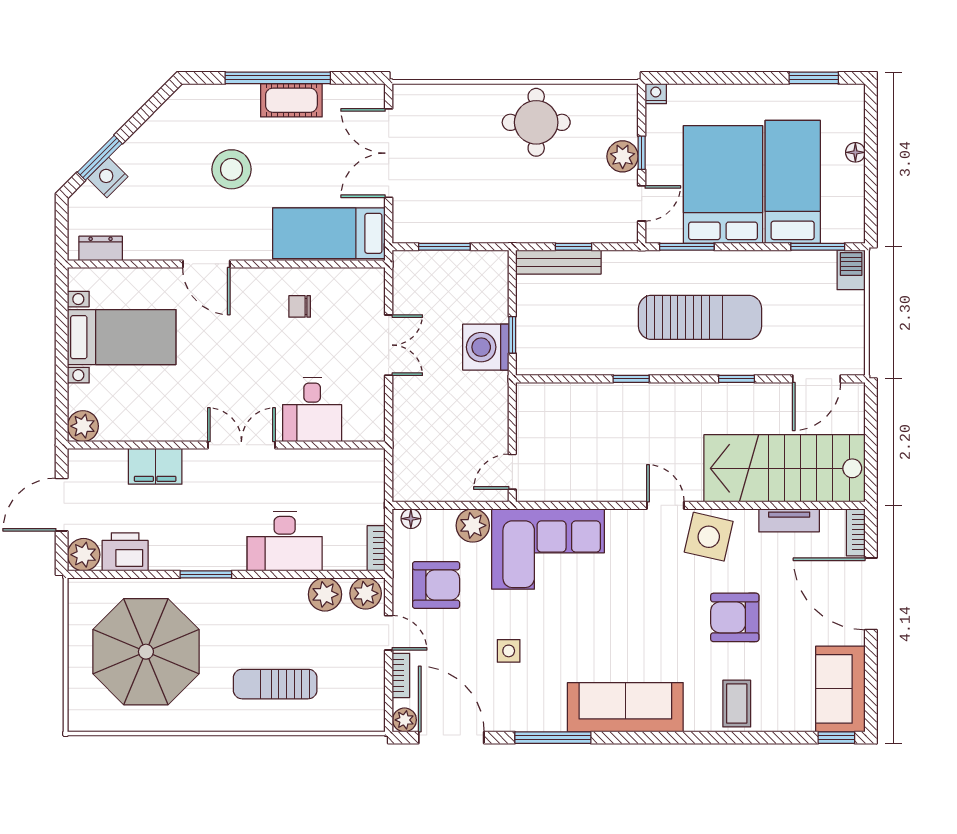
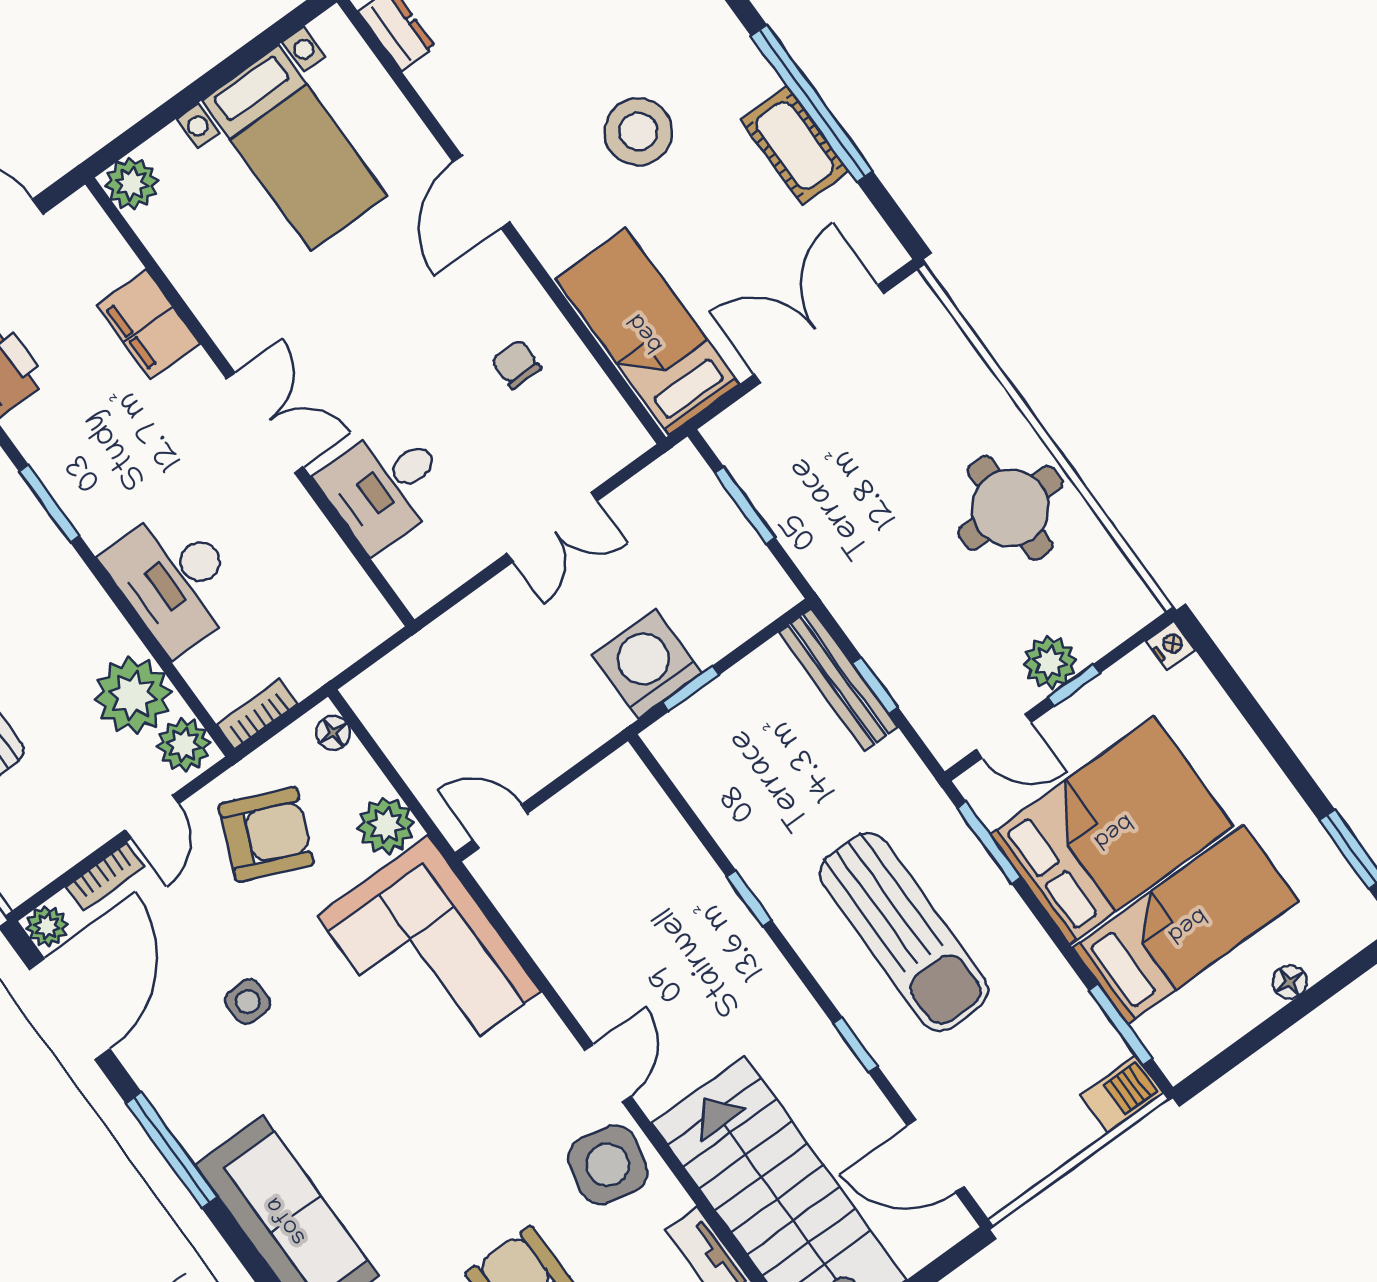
armchair: (436, 585) -> (266, 834), turned -67
plant: (325, 594) -> (133, 695), width x1.36, depth x1.36

